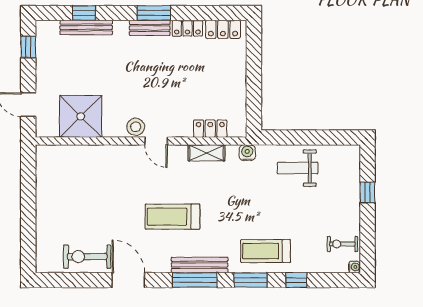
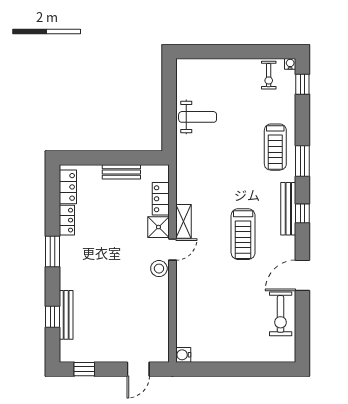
bench: (150, 28) -> (121, 172), moved, turned 90
shower: (81, 116) -> (158, 227), moved, width x0.54, depth x0.54
shelving: (207, 153) -> (183, 221), moved
water cooler: (247, 153) -> (183, 355), moved
weight bench: (298, 168) -> (198, 117), turned -90
window: (368, 192) -> (220, 52), removed
window: (195, 280) -> (302, 213), width x0.46
window: (296, 280) -> (302, 84), moved

